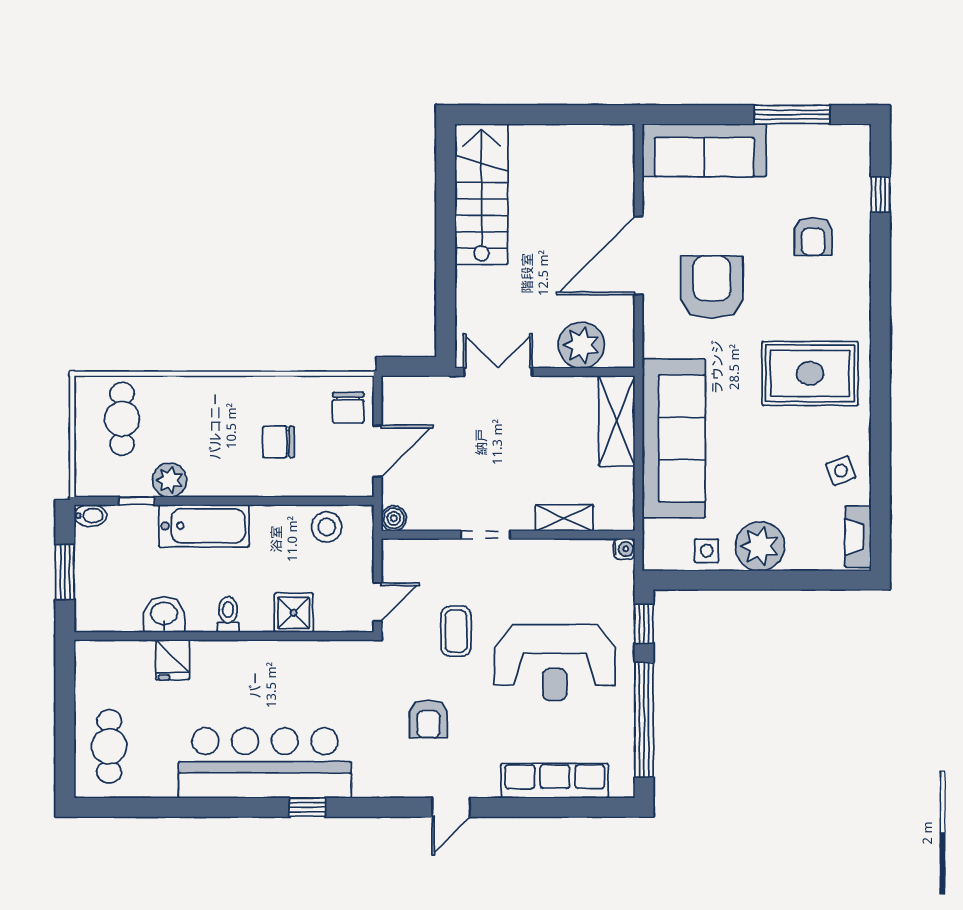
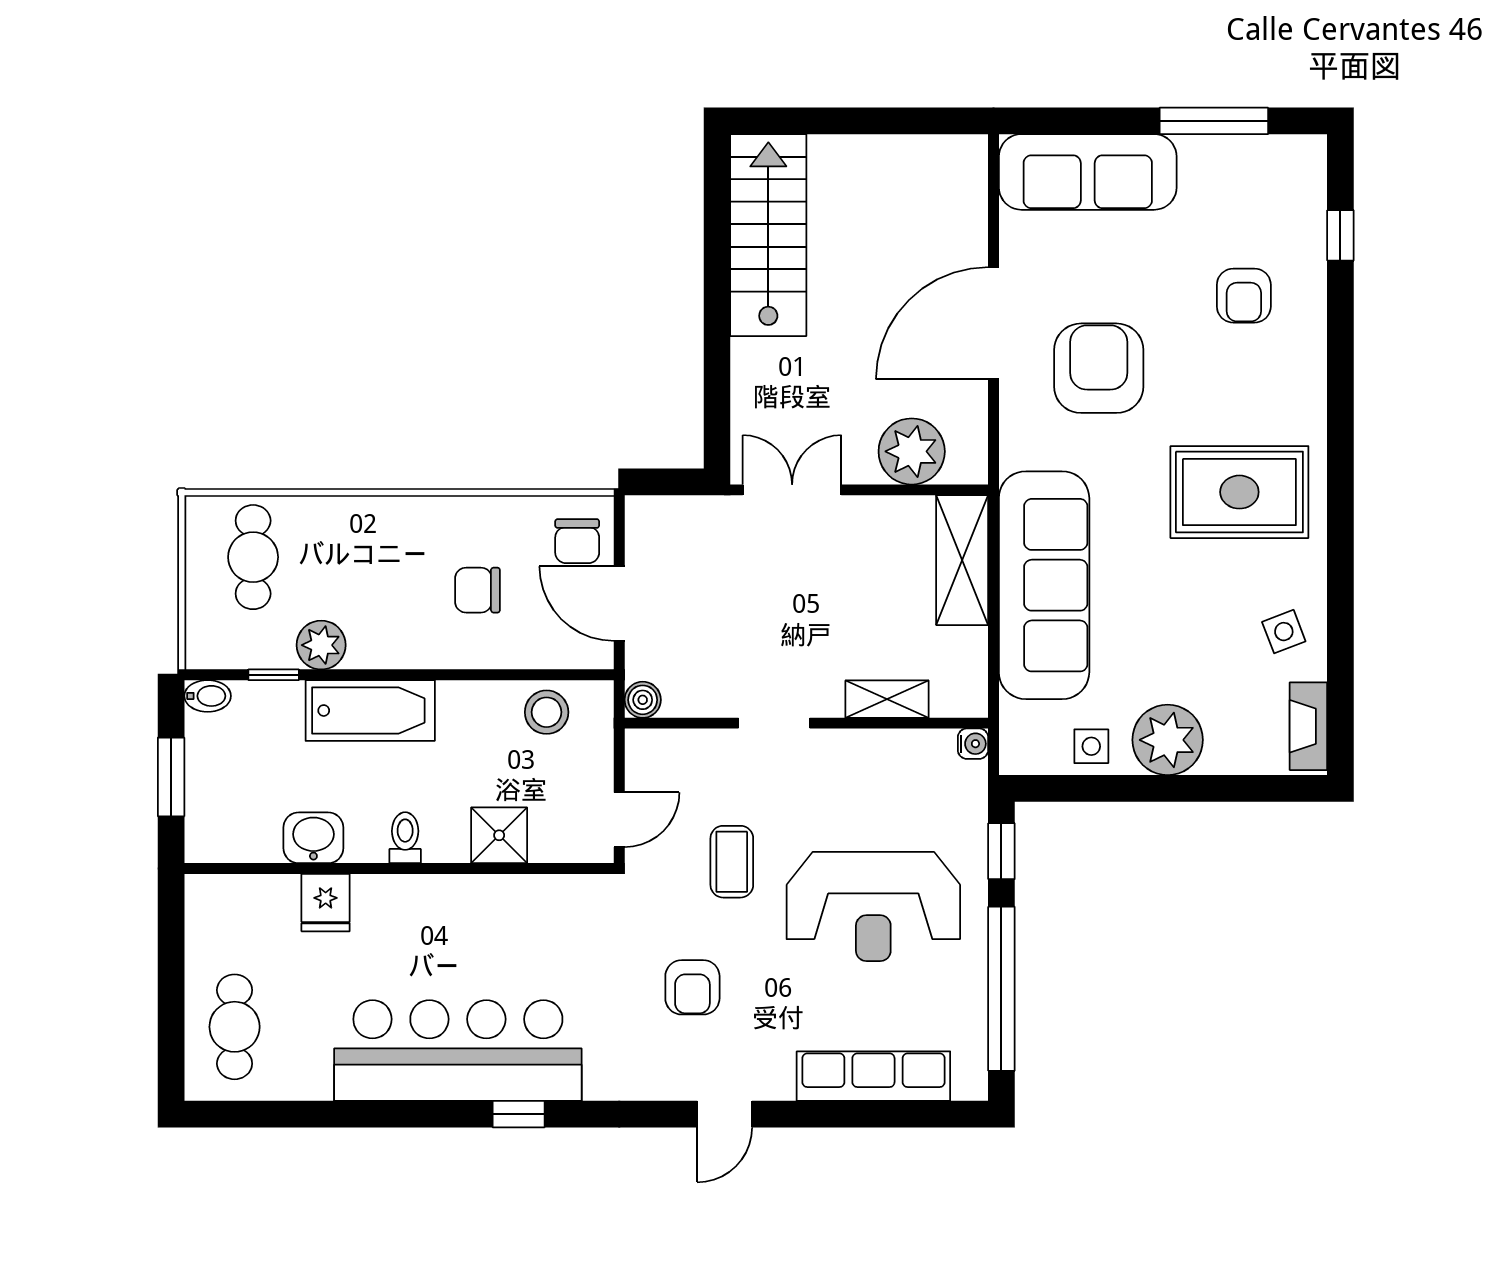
door: (377, 451) -> (619, 604), swing flipped

